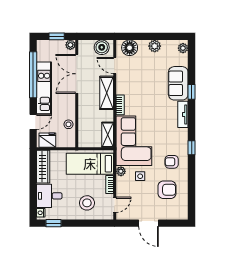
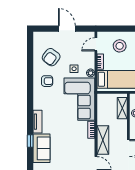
shelving: (108, 135) -> (122, 108), moved
window: (192, 148) -> (30, 93), removed
armchair: (167, 190) -> (51, 57), turned -53

